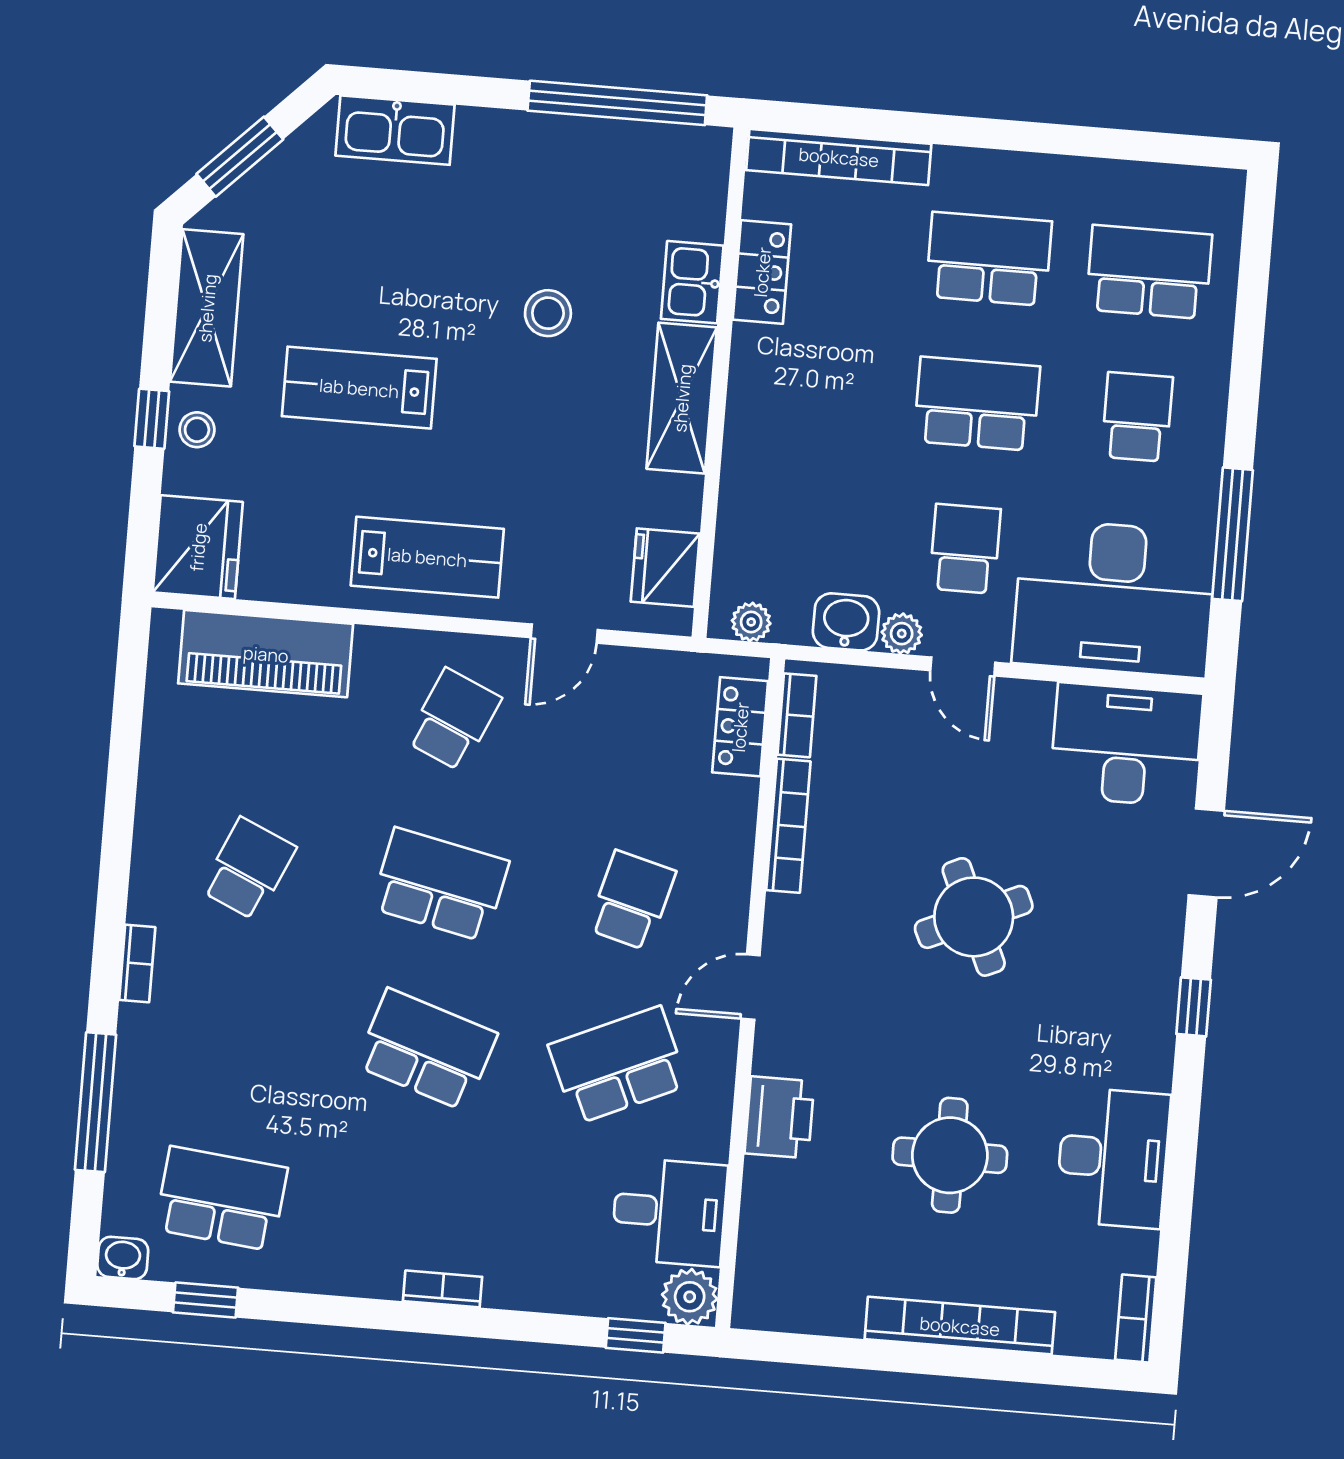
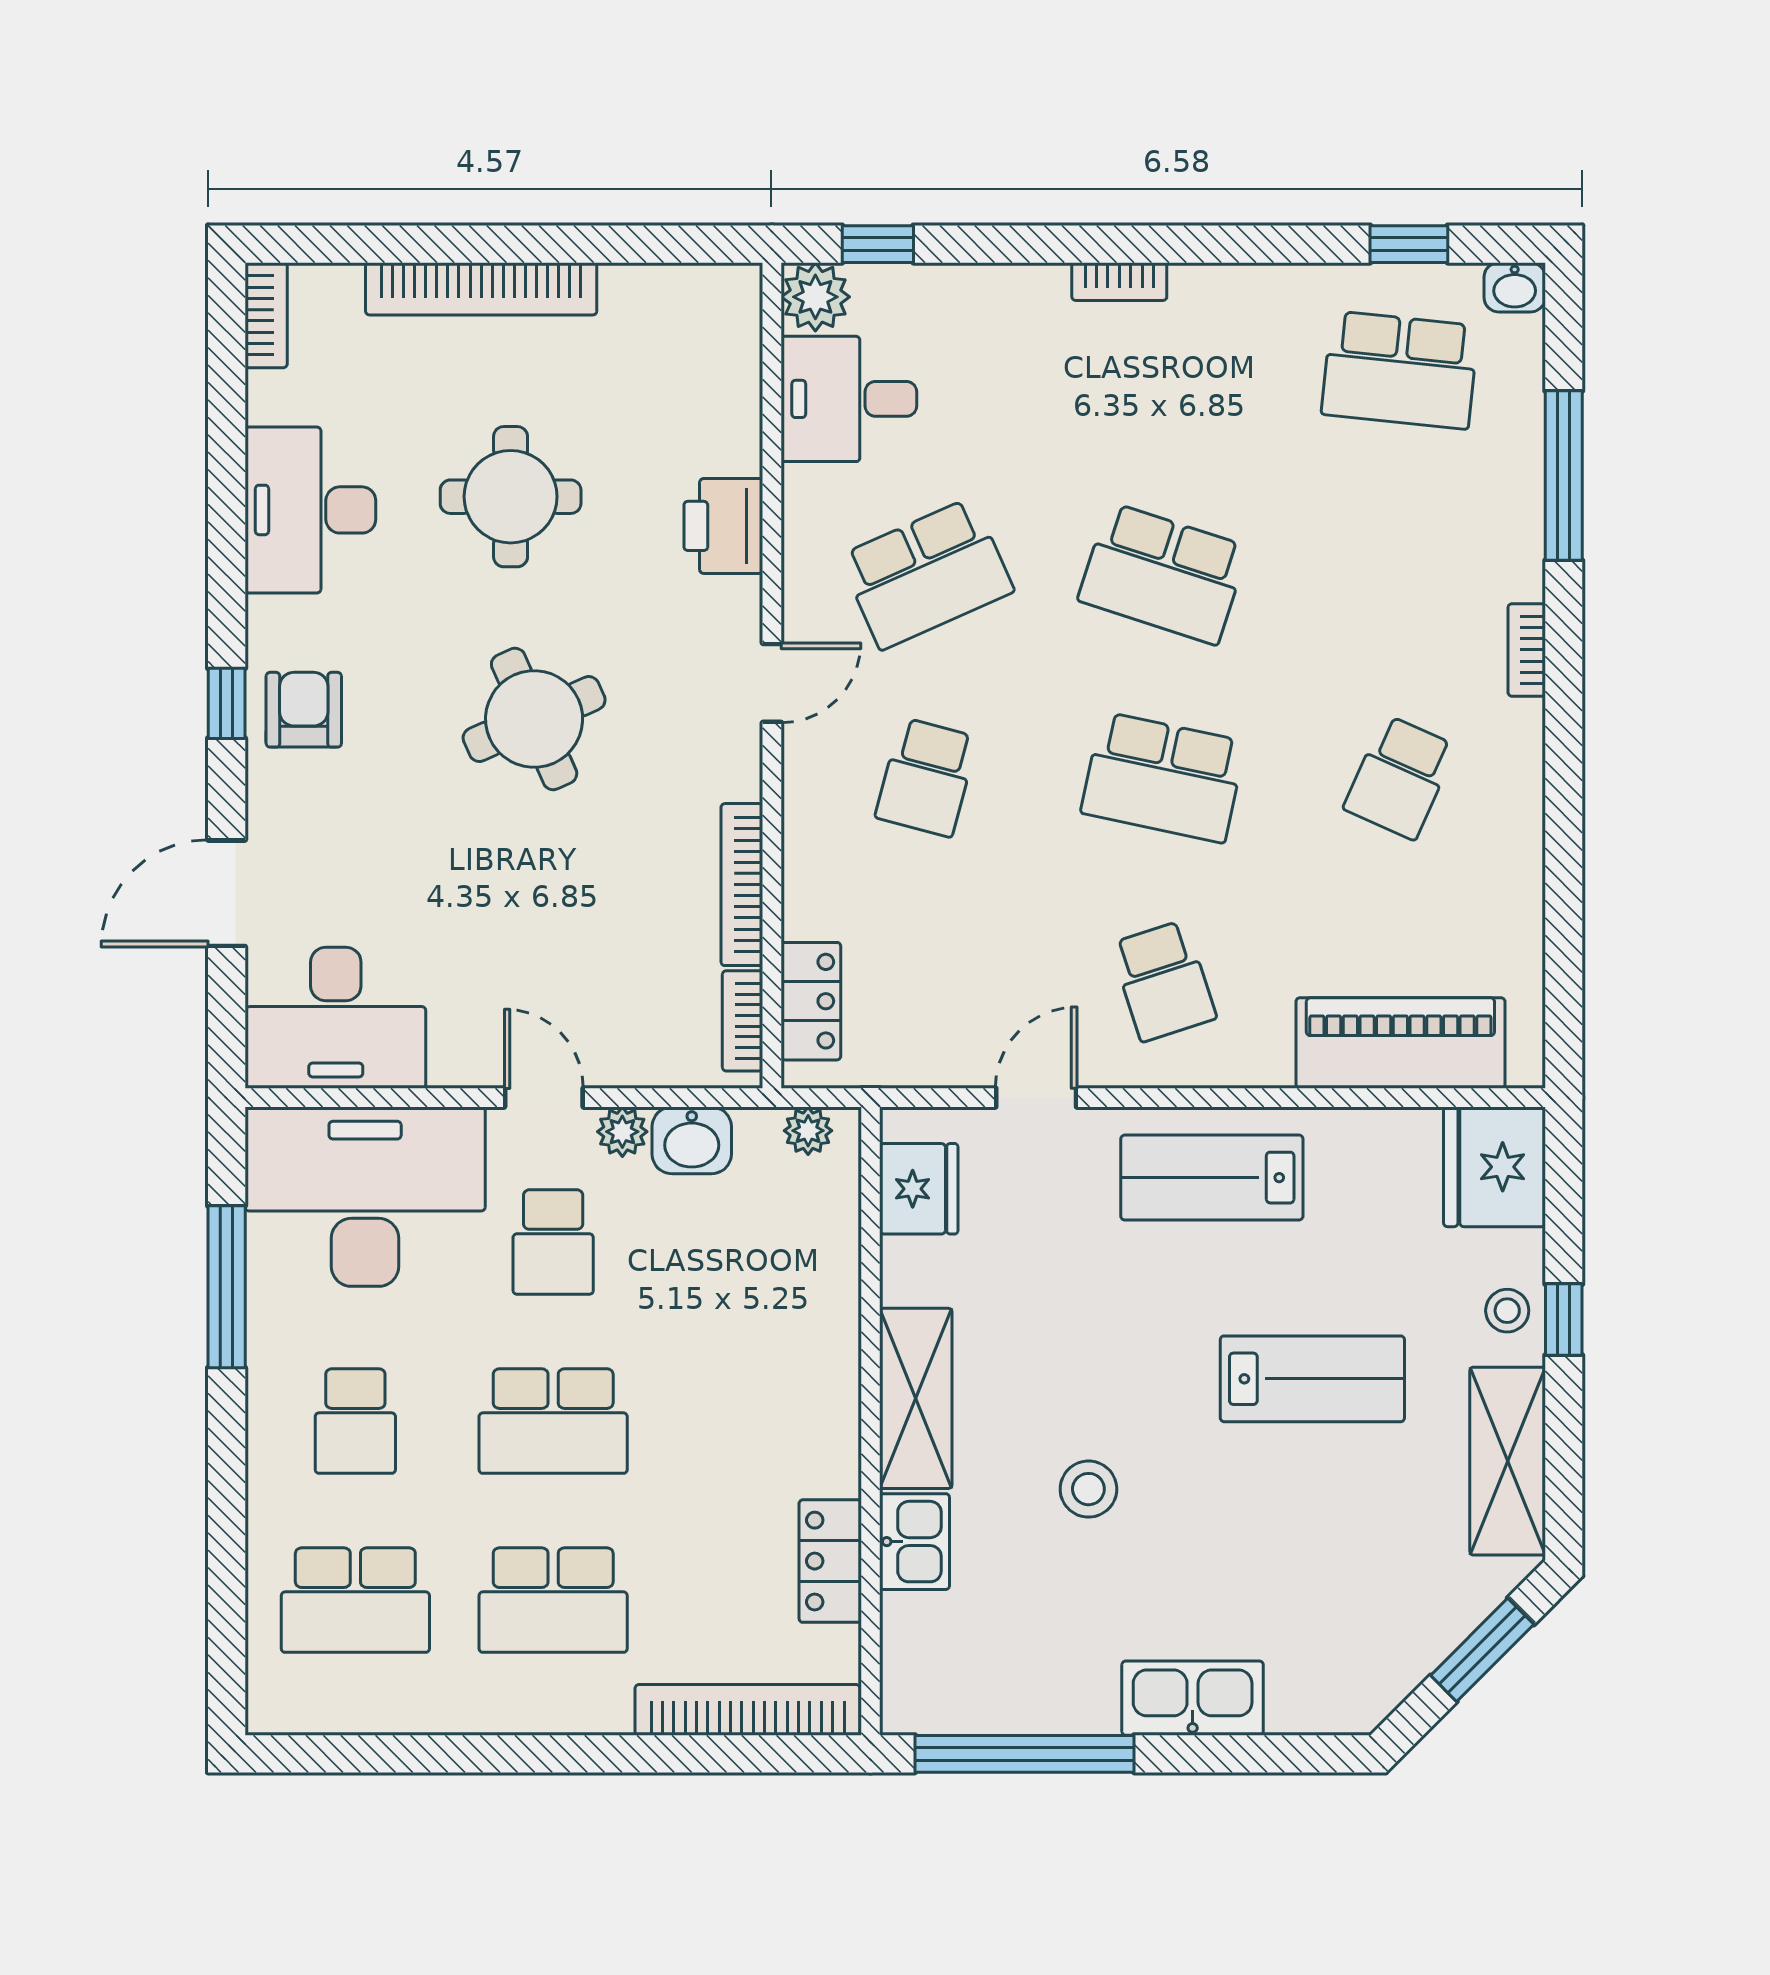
kitchen sink: (395, 130) -> (1193, 1698), moved
school desk: (454, 720) -> (1163, 981), turned -42
round table: (974, 917) -> (534, 719), moved
armchair: (1131, 997) -> (304, 710), added

